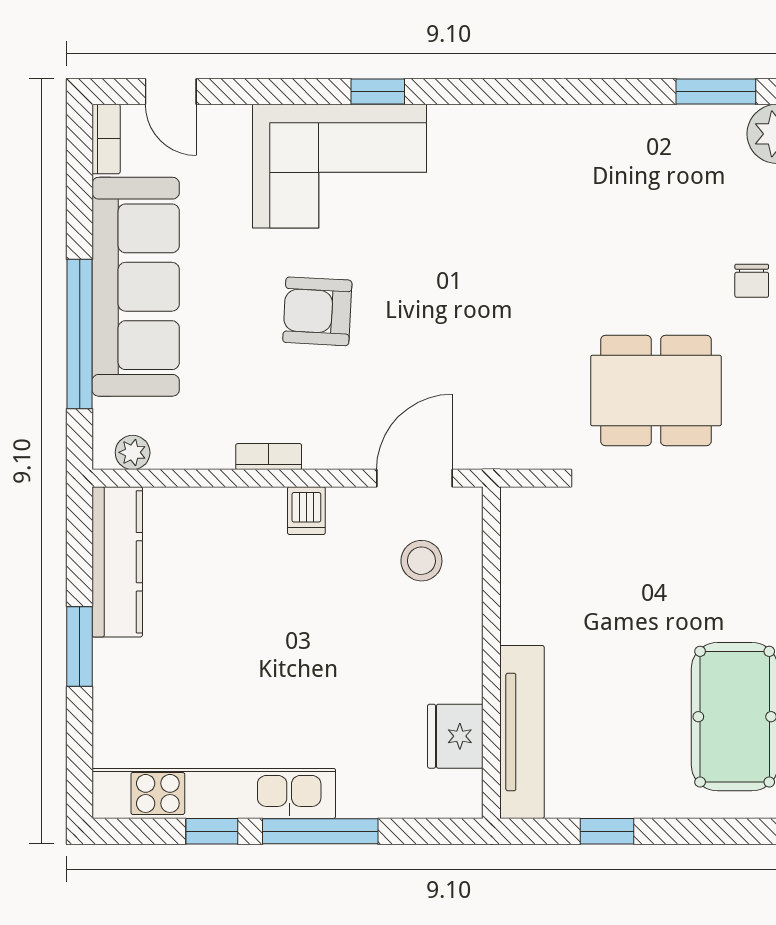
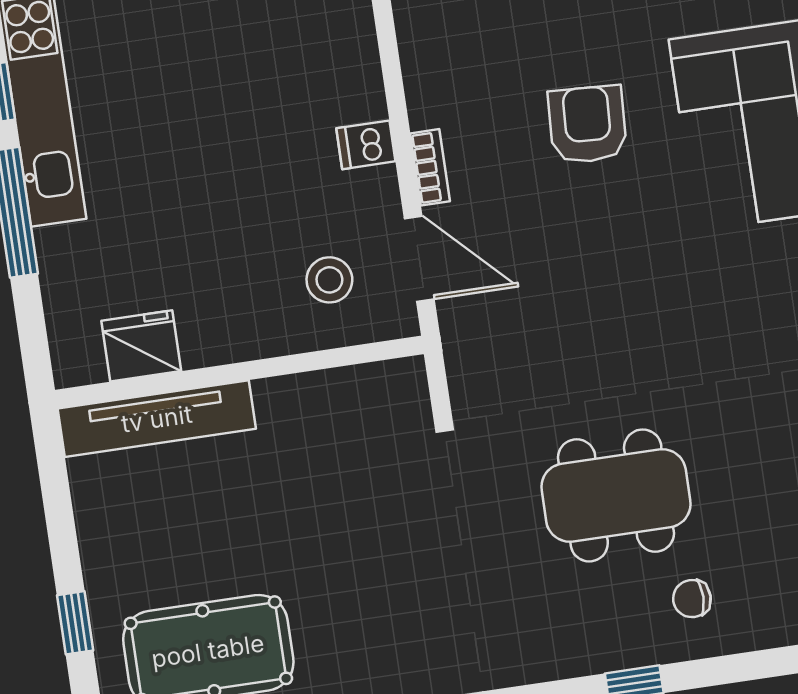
dining table: (656, 391) -> (616, 495), moved, turned 90
bookcase: (269, 457) -> (430, 167), moved
window: (607, 831) -> (75, 623), moved

